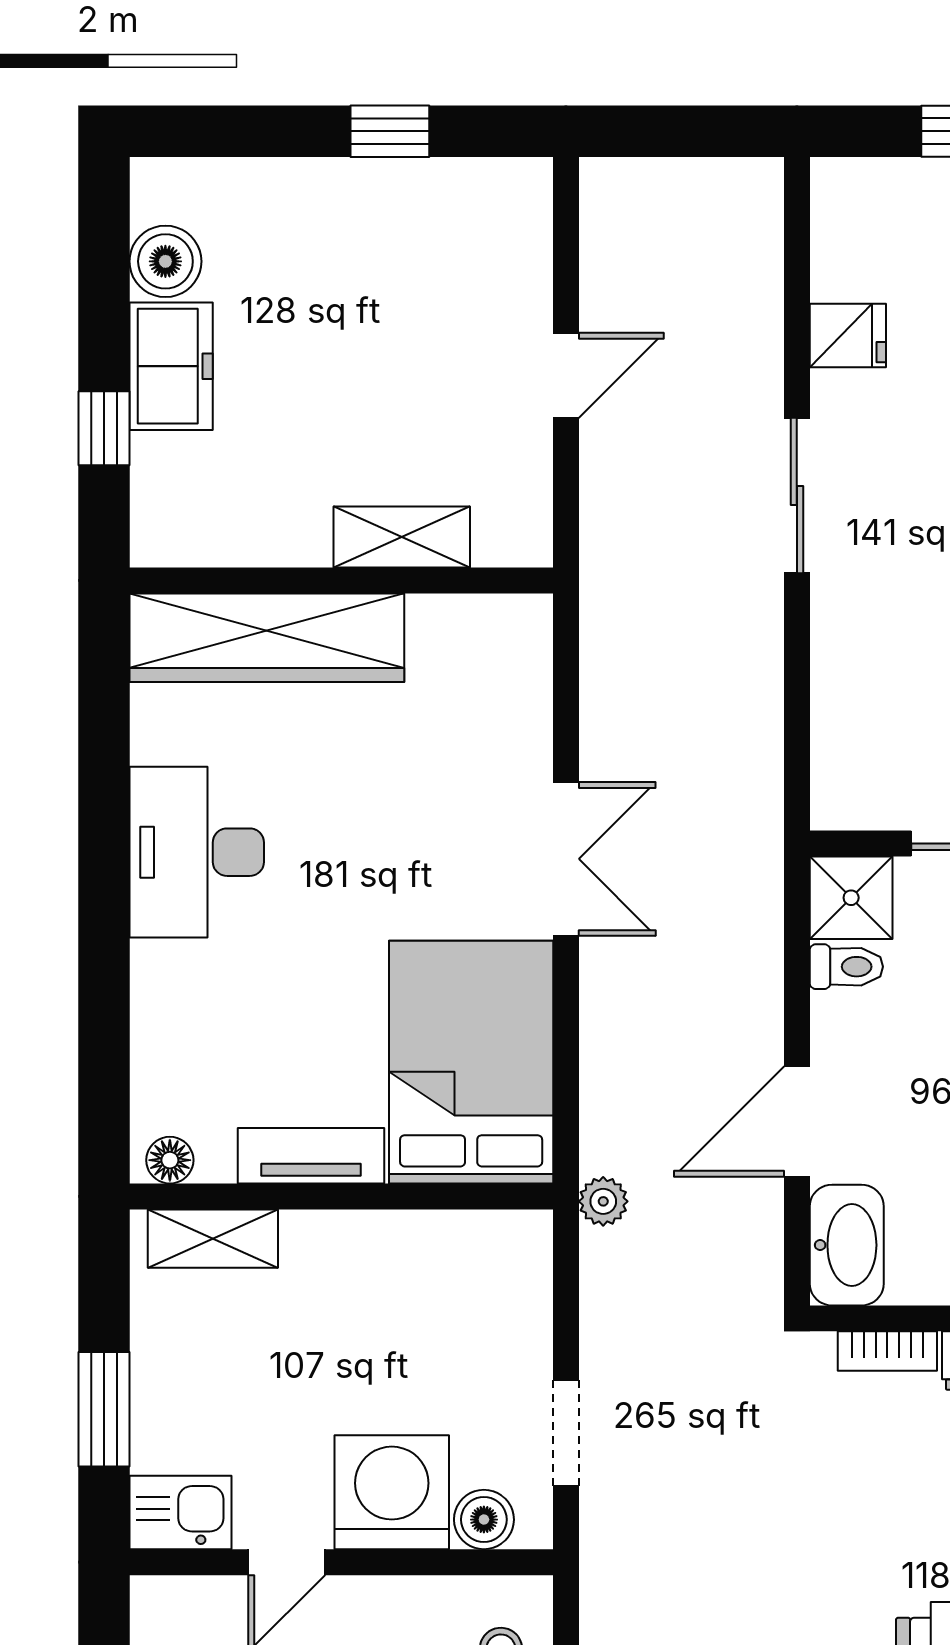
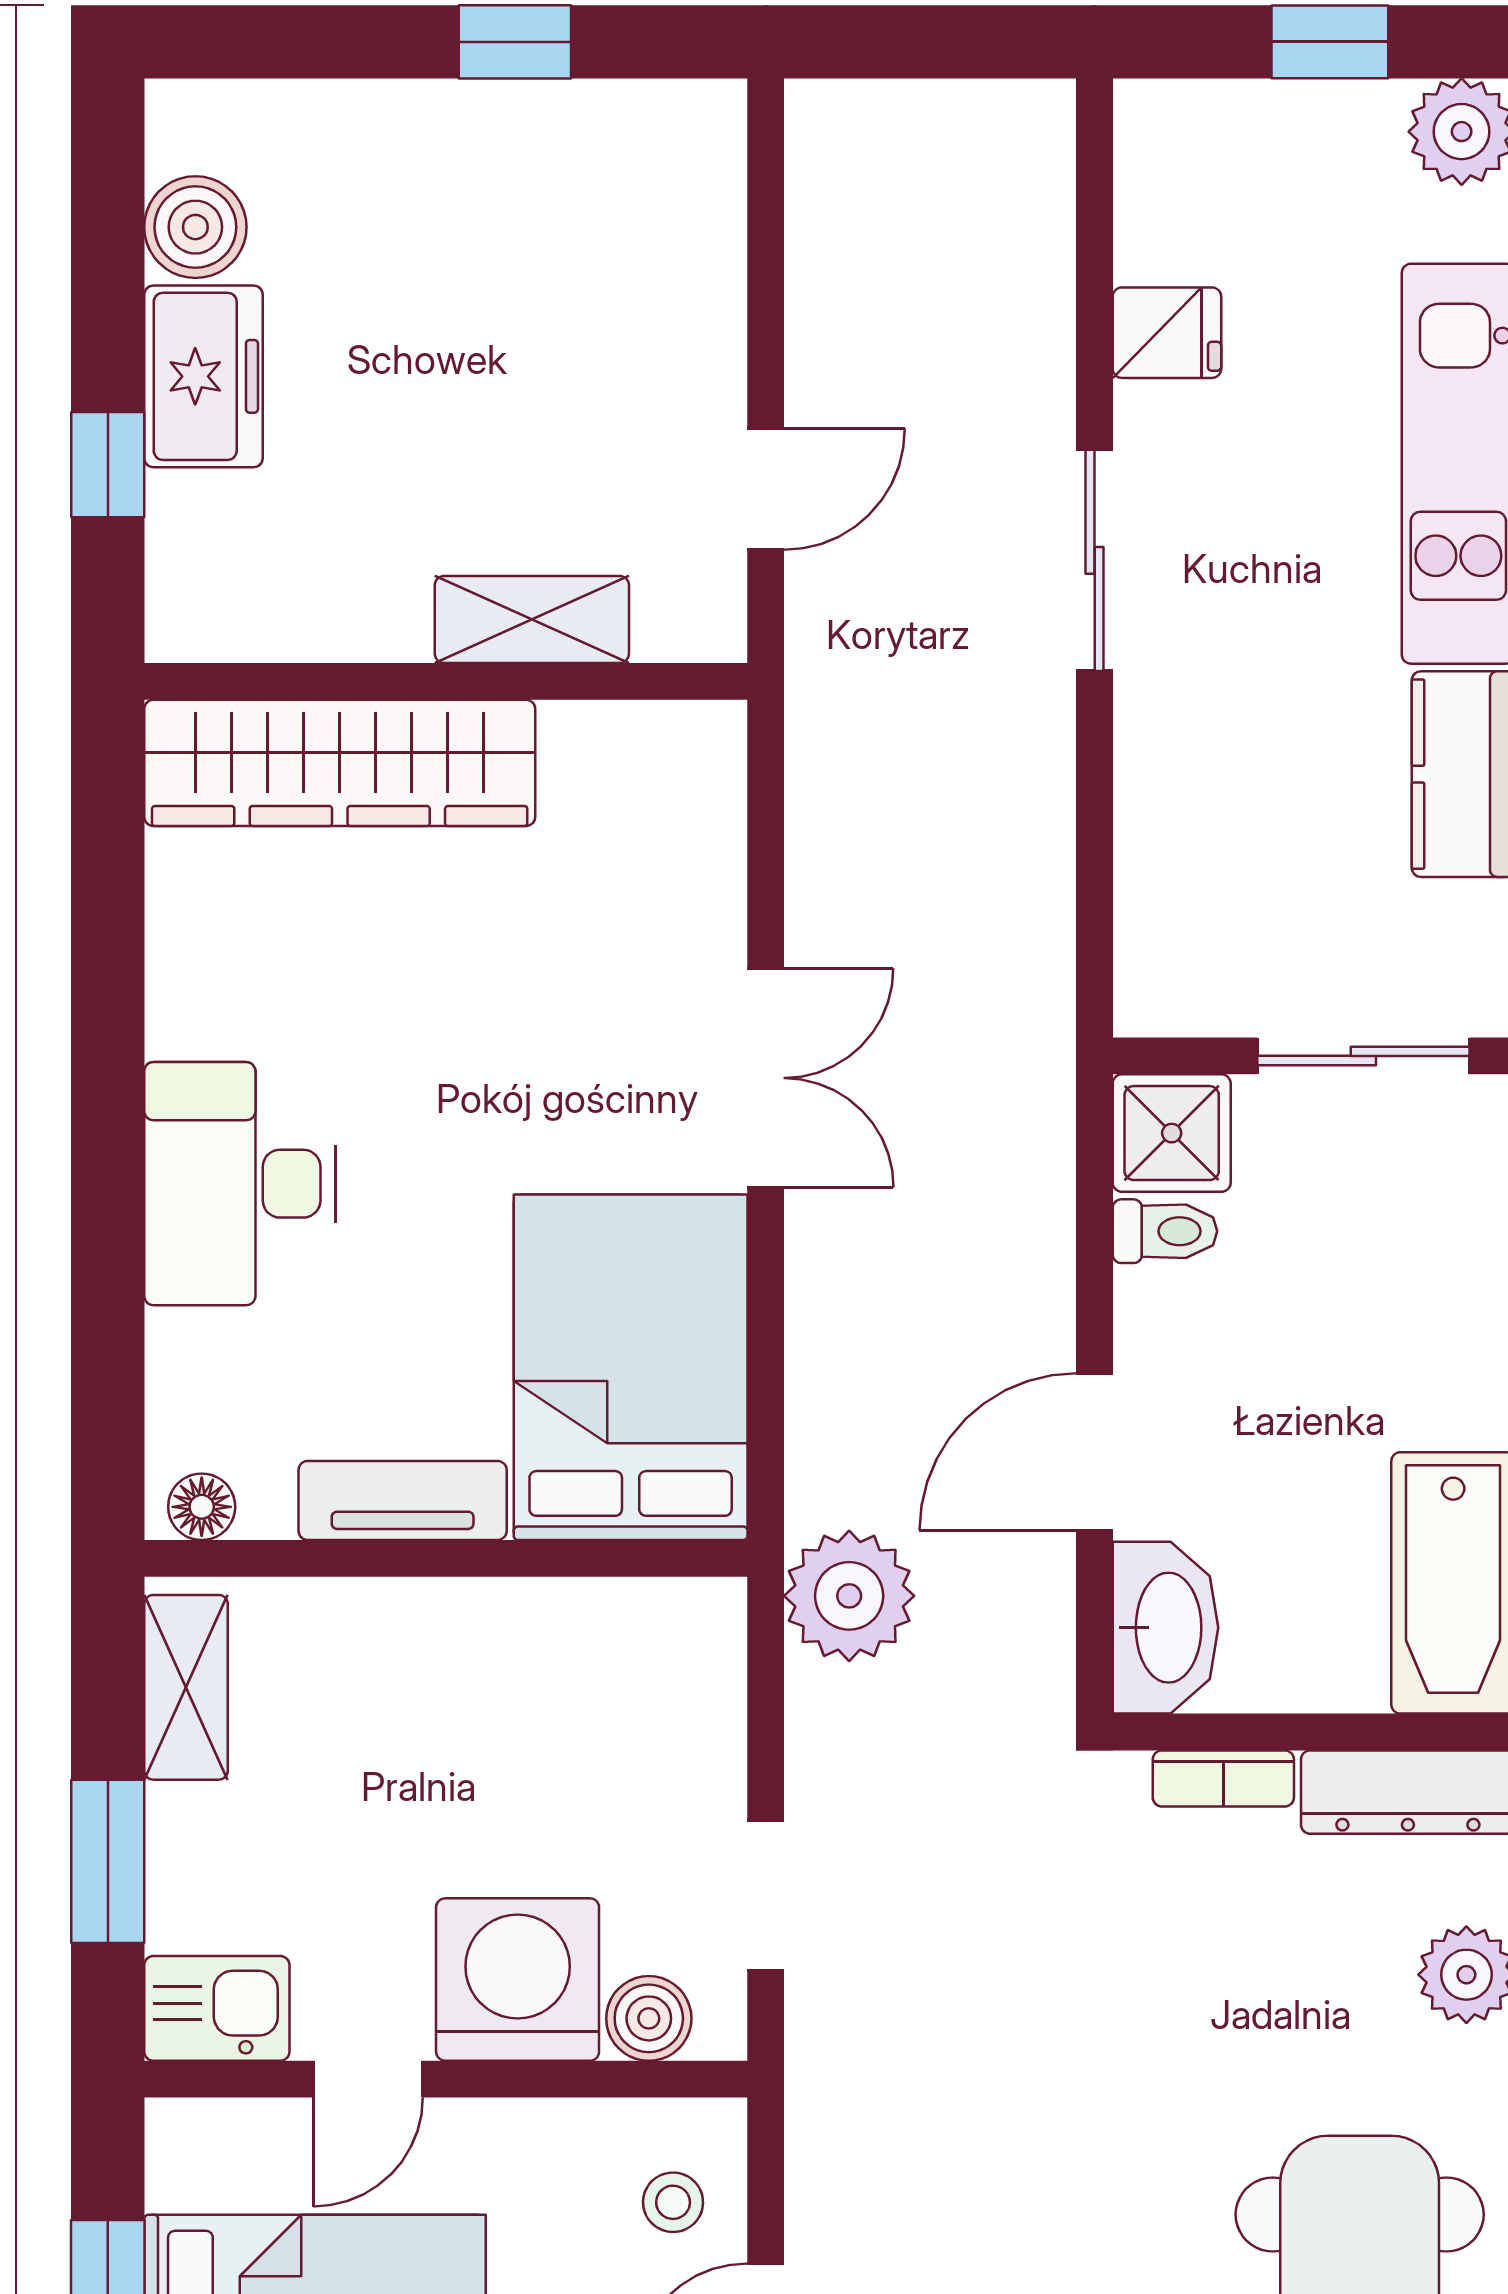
door: (566, 375) -> (766, 489), moved
desk: (197, 852) -> (240, 1184), moved
plant: (603, 1201) -> (849, 1596), width x1.88, depth x1.88
shelving: (213, 1239) -> (186, 1687), moved, turned 90

